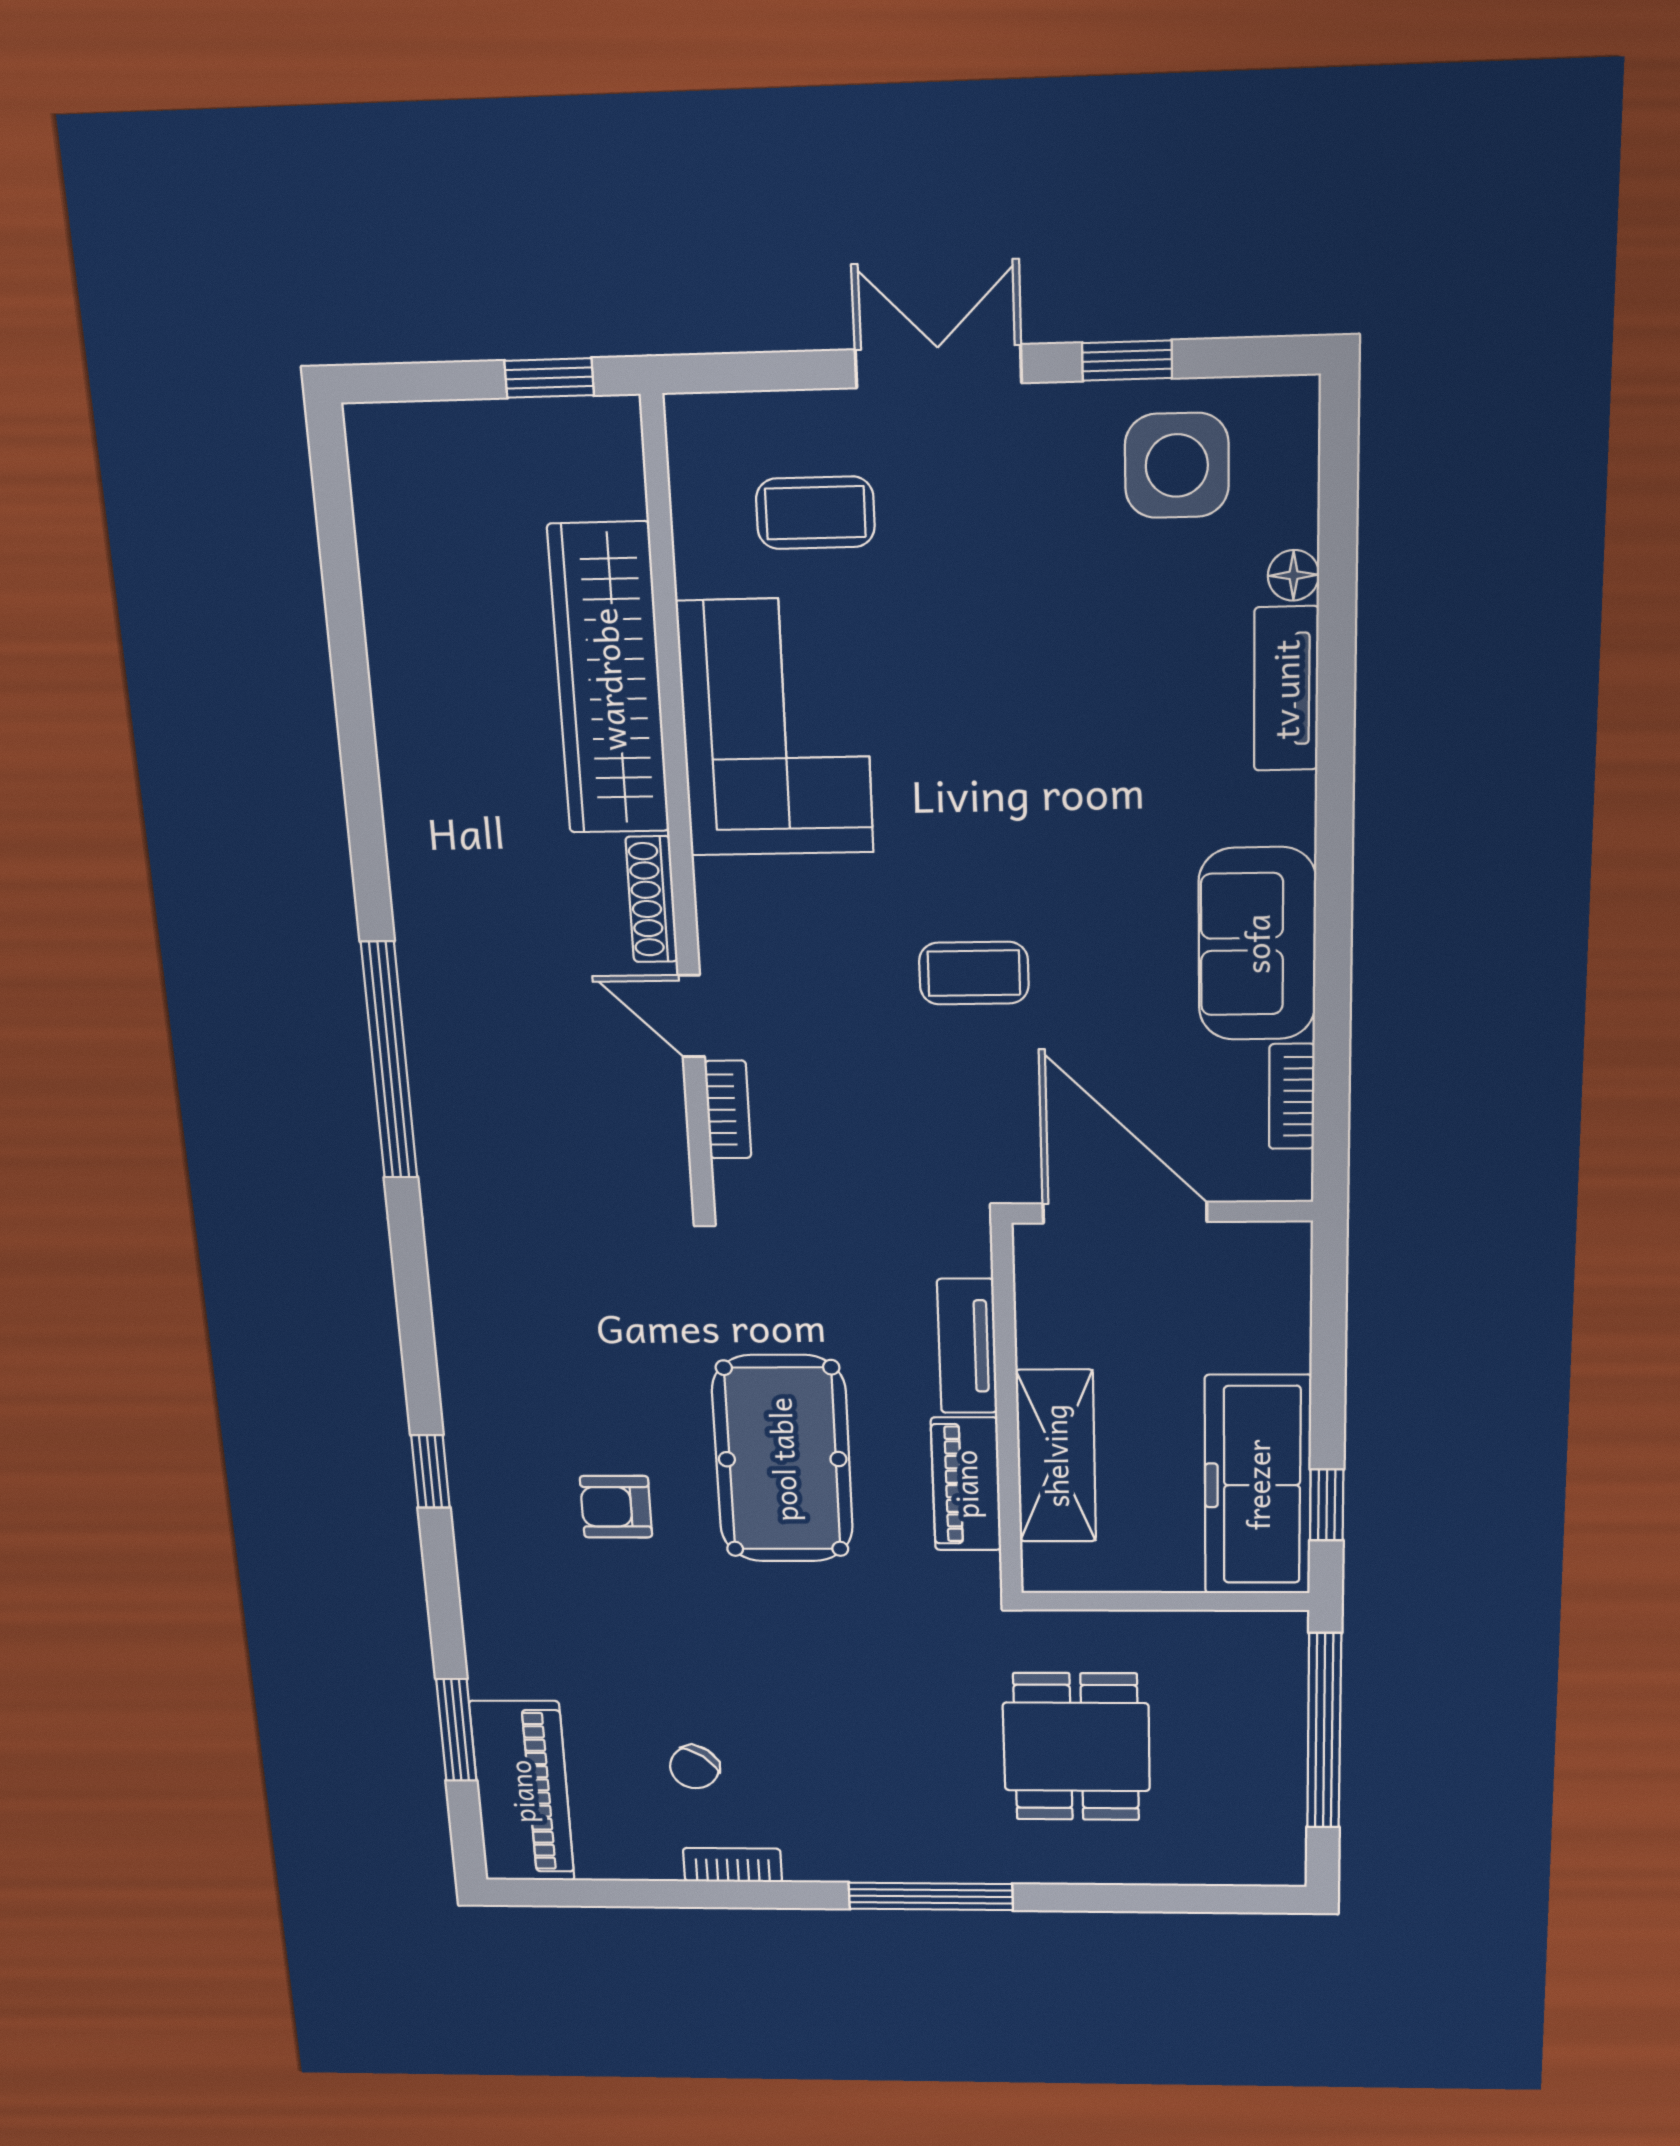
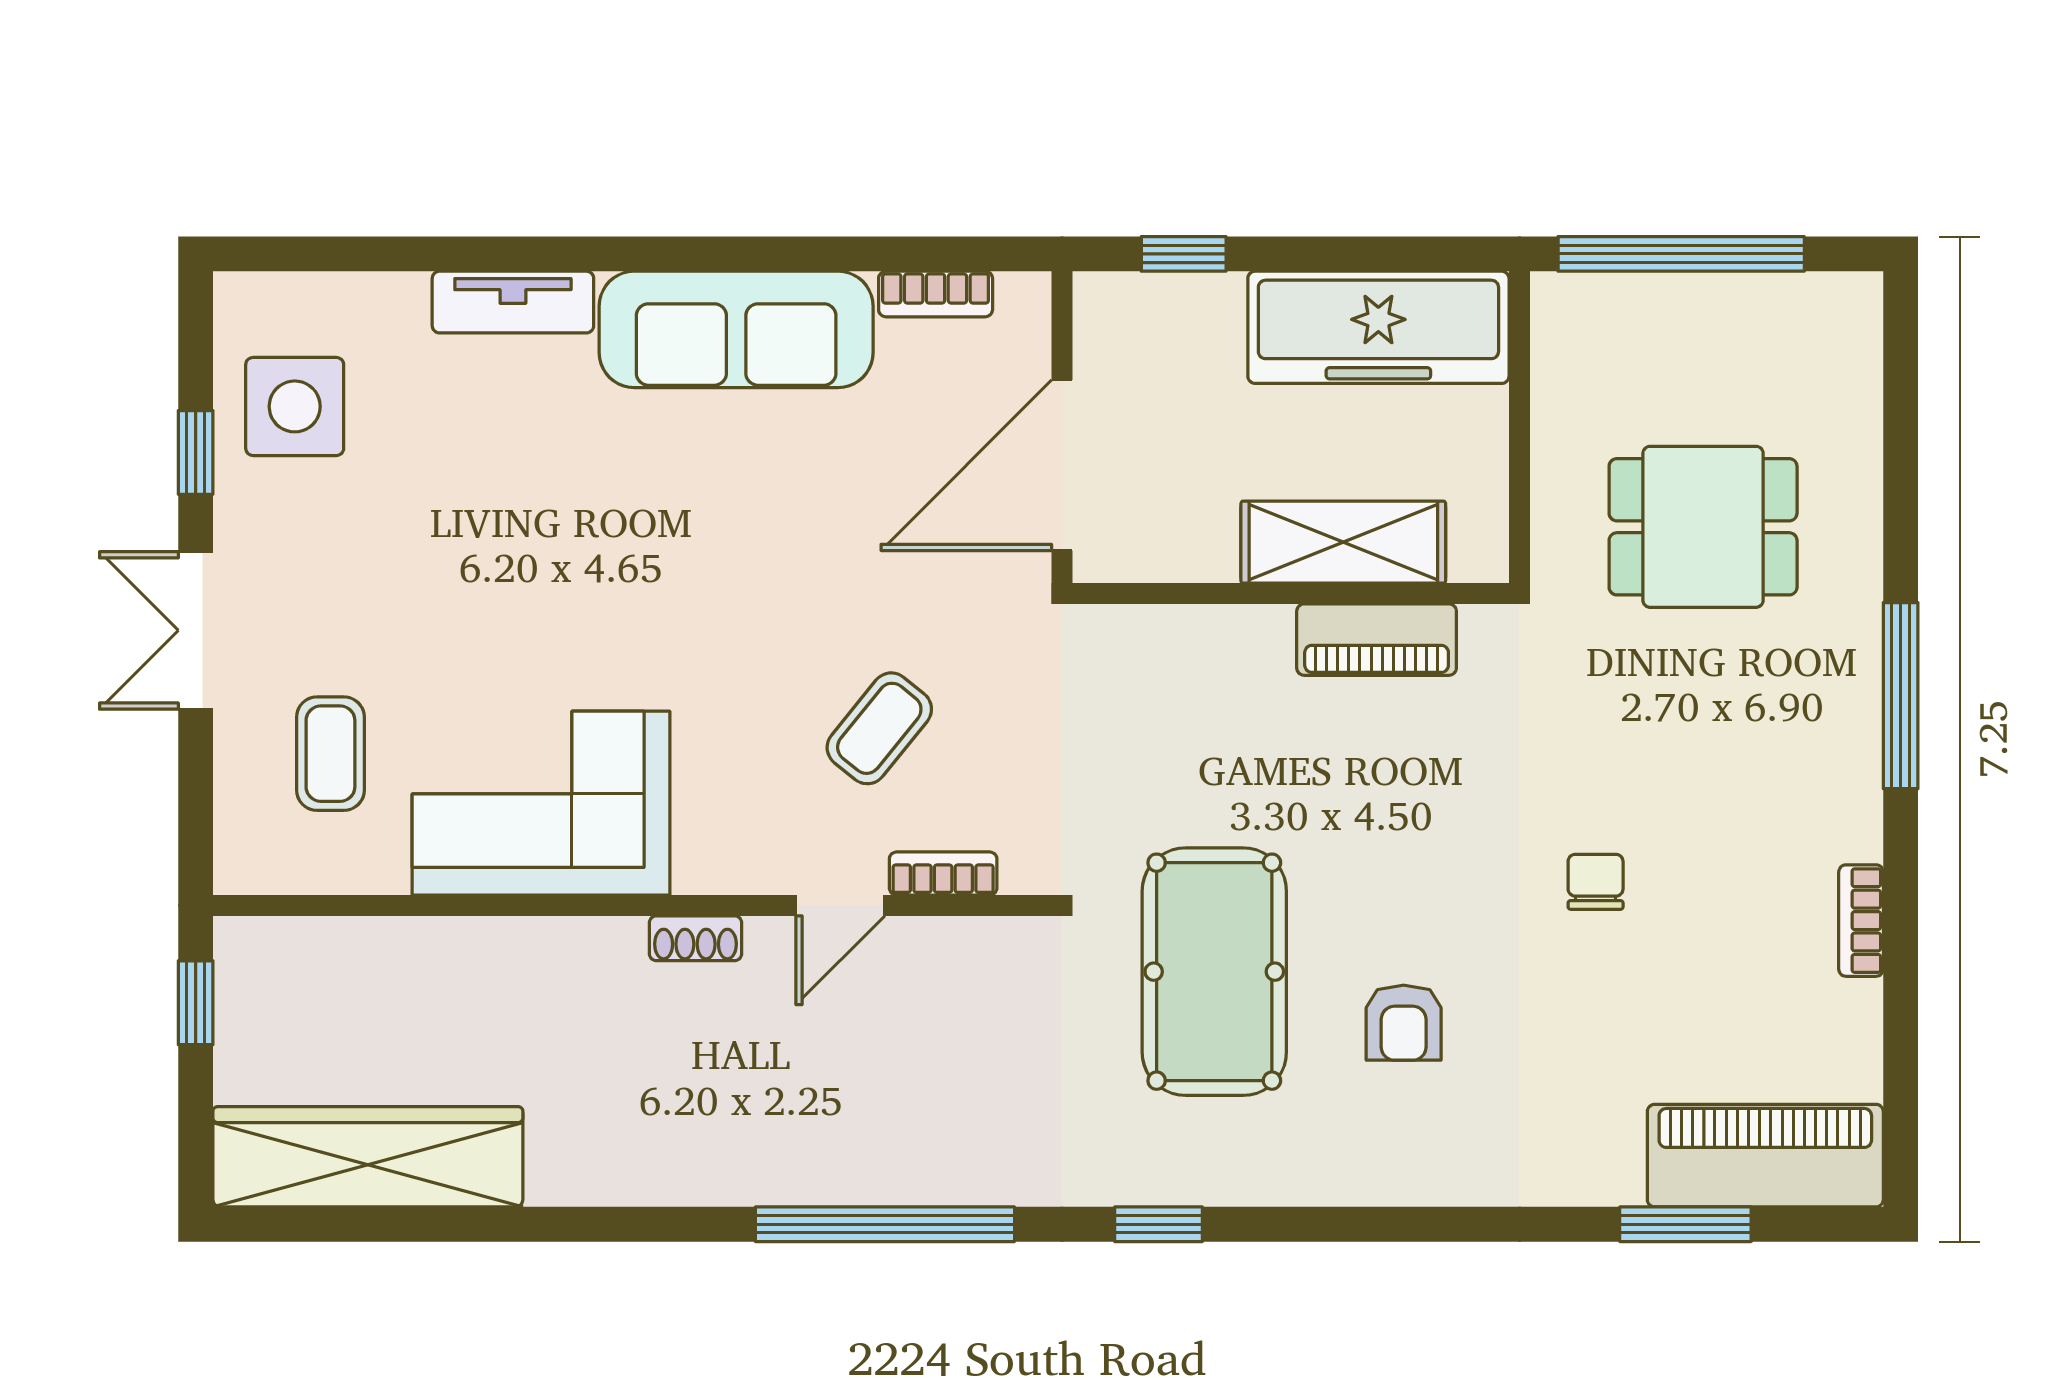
floor lamp: (1293, 575) -> (402, 296), removed
wardrobe: (609, 679) -> (368, 1157), moved, turned 180
shoe rack: (652, 899) -> (695, 938), width x0.70
sofa: (1257, 944) -> (736, 329), width x1.36
coffee table: (974, 973) -> (879, 728), moved, turned 39
tv unit: (967, 1346) -> (1213, 634), removed
pool table: (783, 1459) -> (1214, 972), moved, turned 90
window: (430, 1471) -> (1159, 1224), moved
window: (1327, 1505) -> (1184, 254), moved
chair: (694, 1767) -> (1596, 882), moved, turned -127

